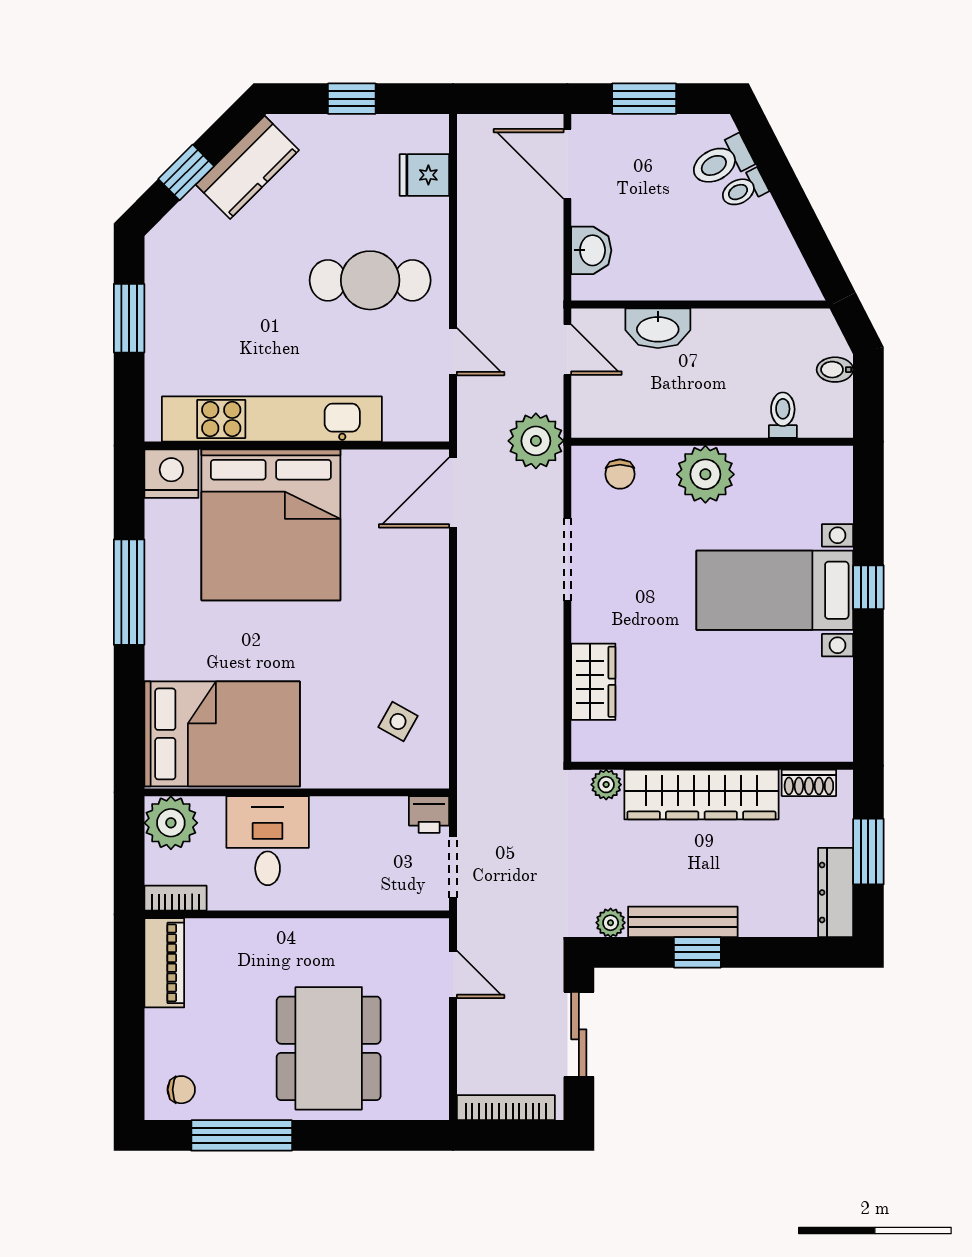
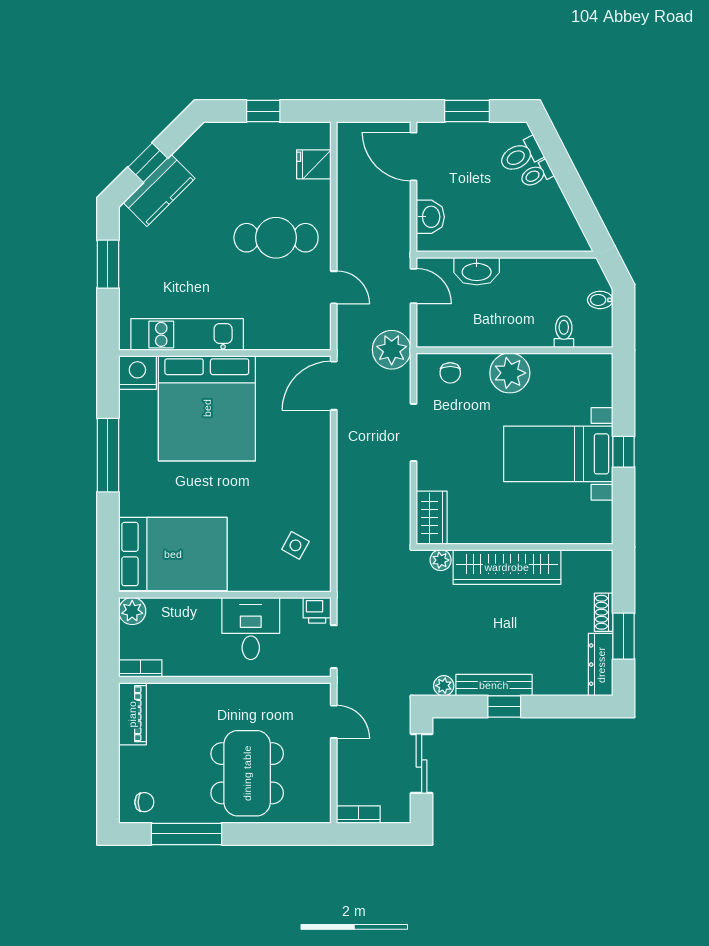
kitchen counter: (247, 167) -> (159, 190), moved
kitchen unit: (272, 419) -> (187, 334), width x0.73
wall: (712, 766) -> (515, 547), moved
shoe rack: (809, 783) -> (604, 612), moved, turned 90
plant: (606, 785) -> (441, 560), moved
wardrobe: (701, 794) -> (507, 567), moved
plant: (171, 823) -> (132, 611), width x0.73, depth x0.73
desk: (268, 841) -> (251, 629), moved
bookcase: (506, 1108) -> (358, 815), width x0.64

